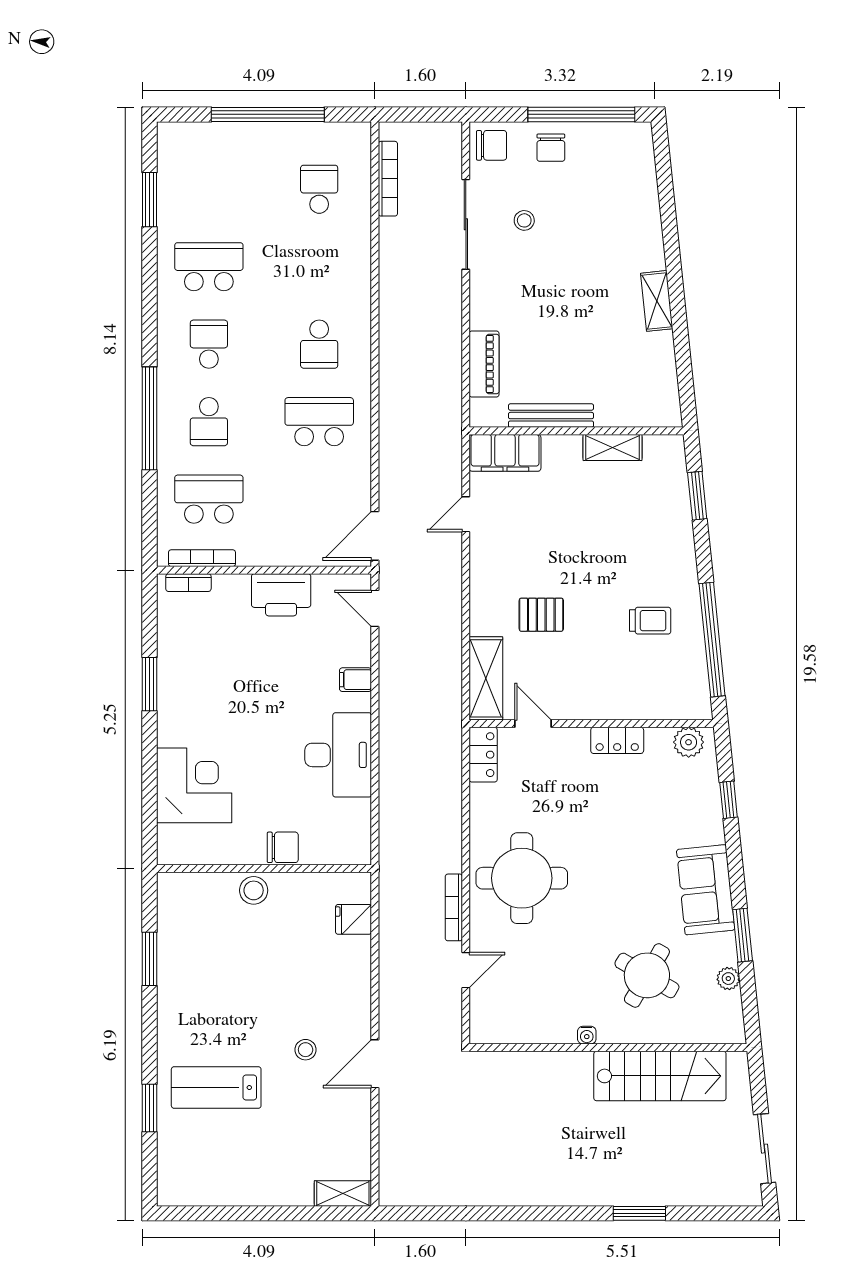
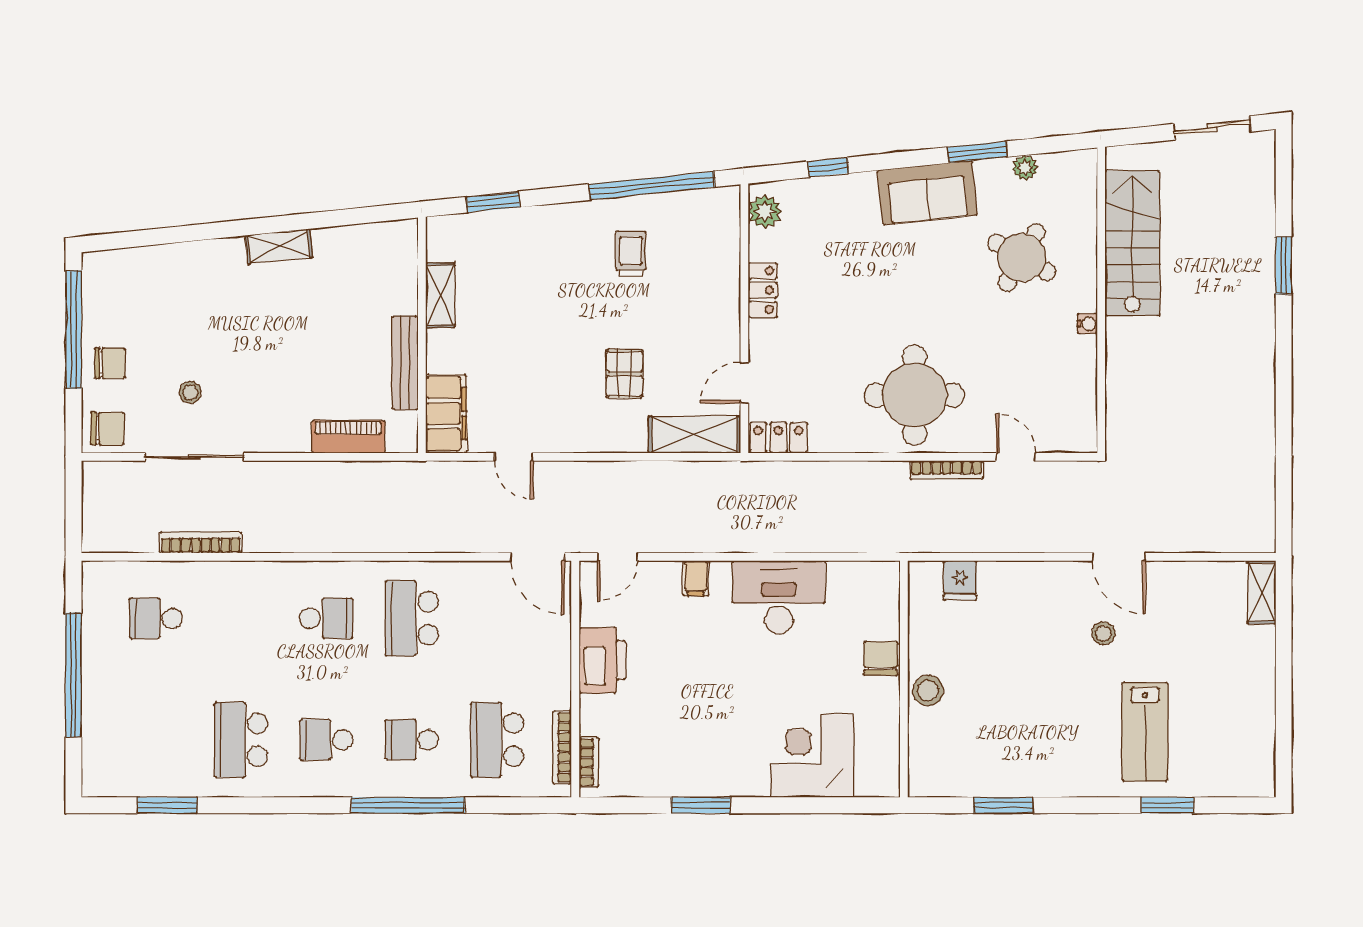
chair: (492, 145) -> (107, 428), turned 90
bookcase: (388, 179) -> (201, 543), moved
school desk: (209, 422) -> (412, 740), turned 180

